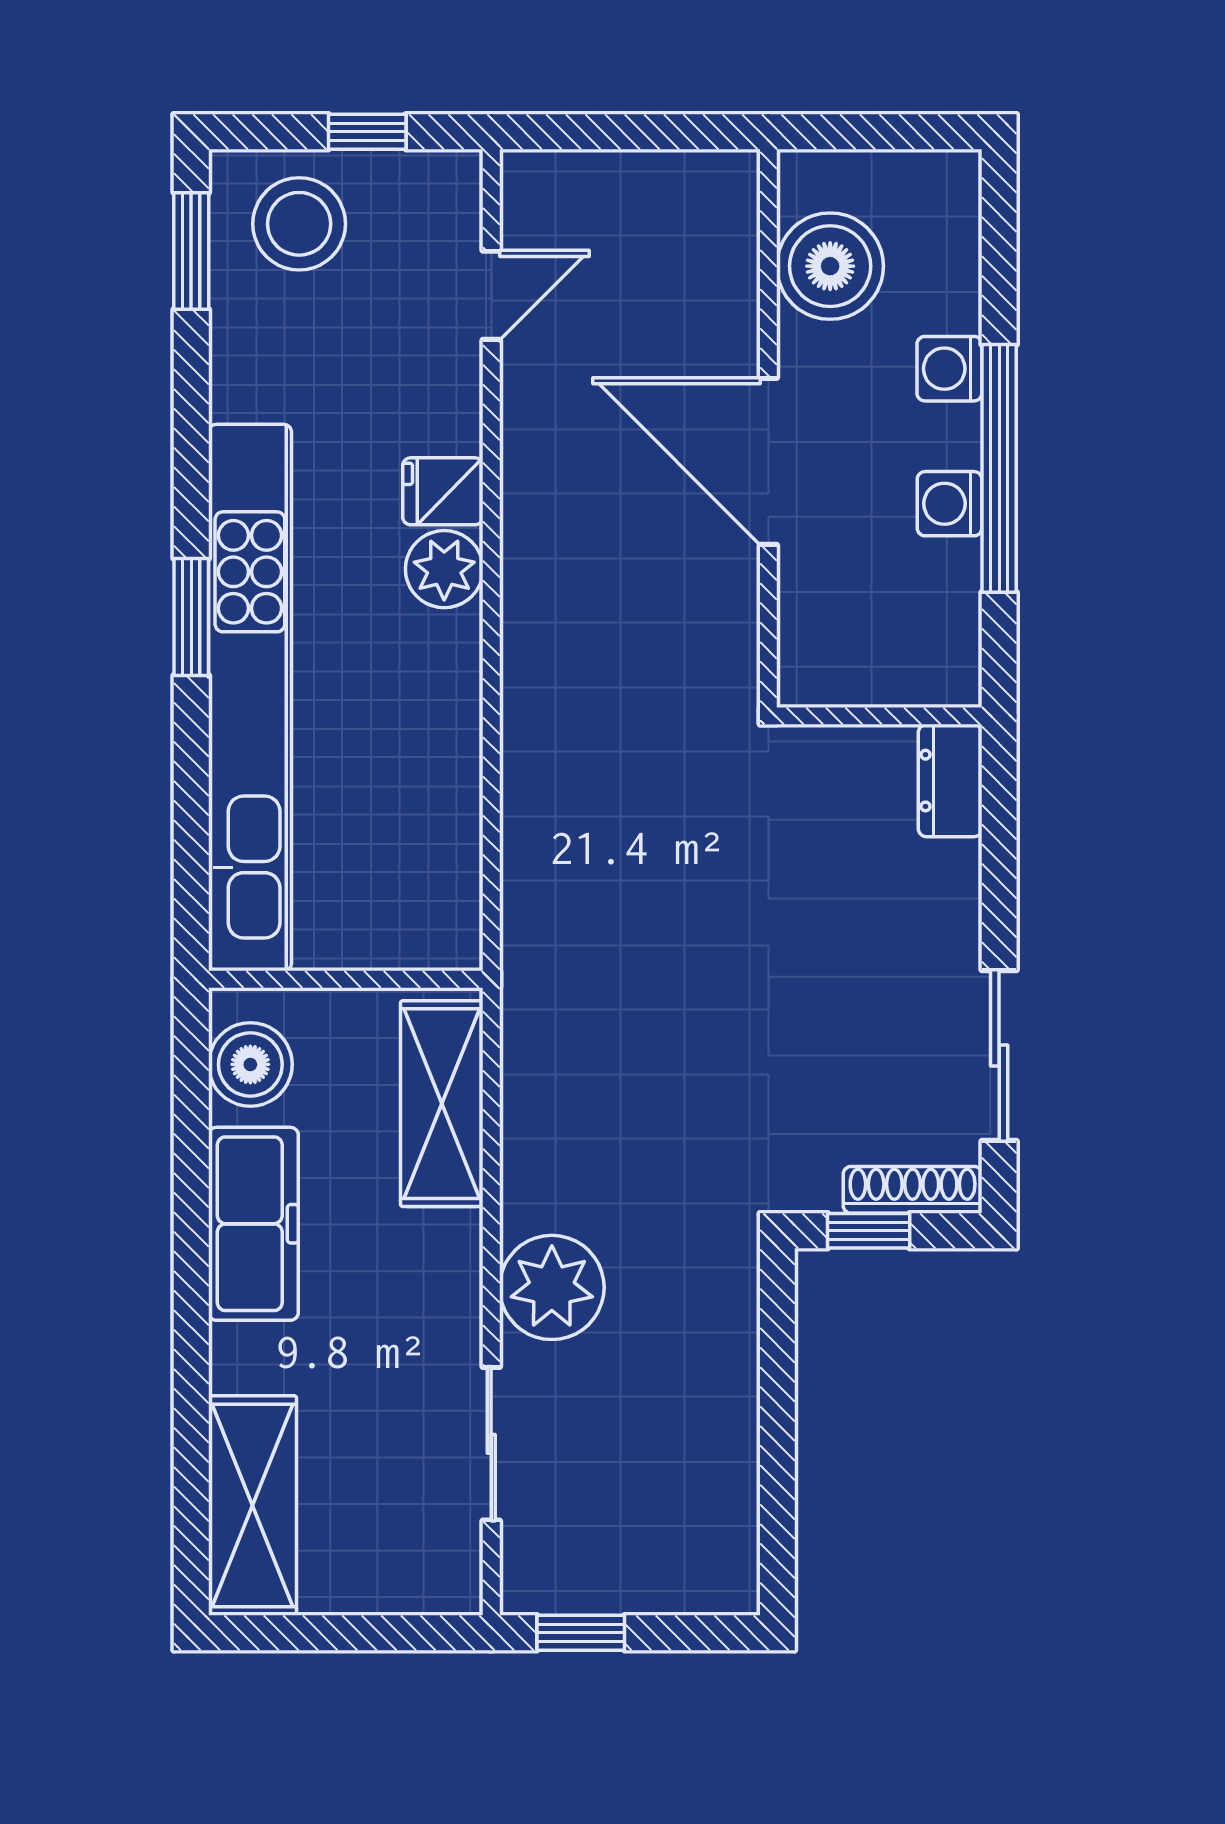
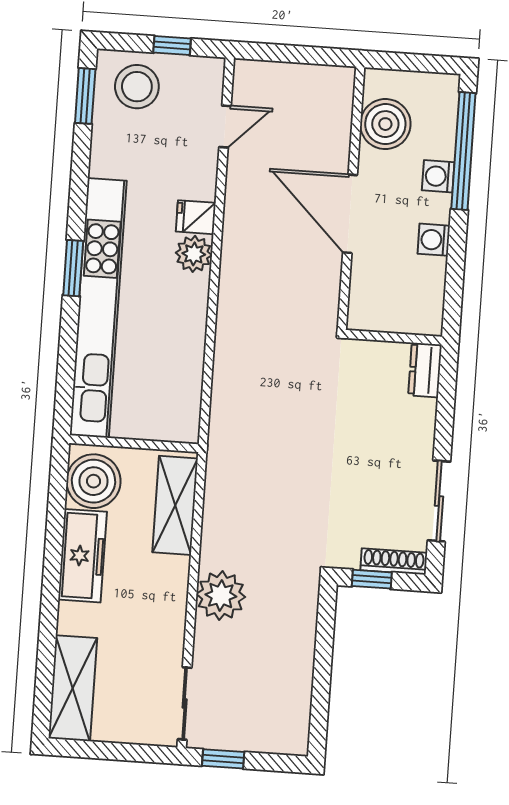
window: (999, 468) -> (463, 151), moved
boiler: (250, 1064) -> (94, 481), width x1.37, depth x1.37
sliding door: (491, 1444) -> (185, 703), moved

